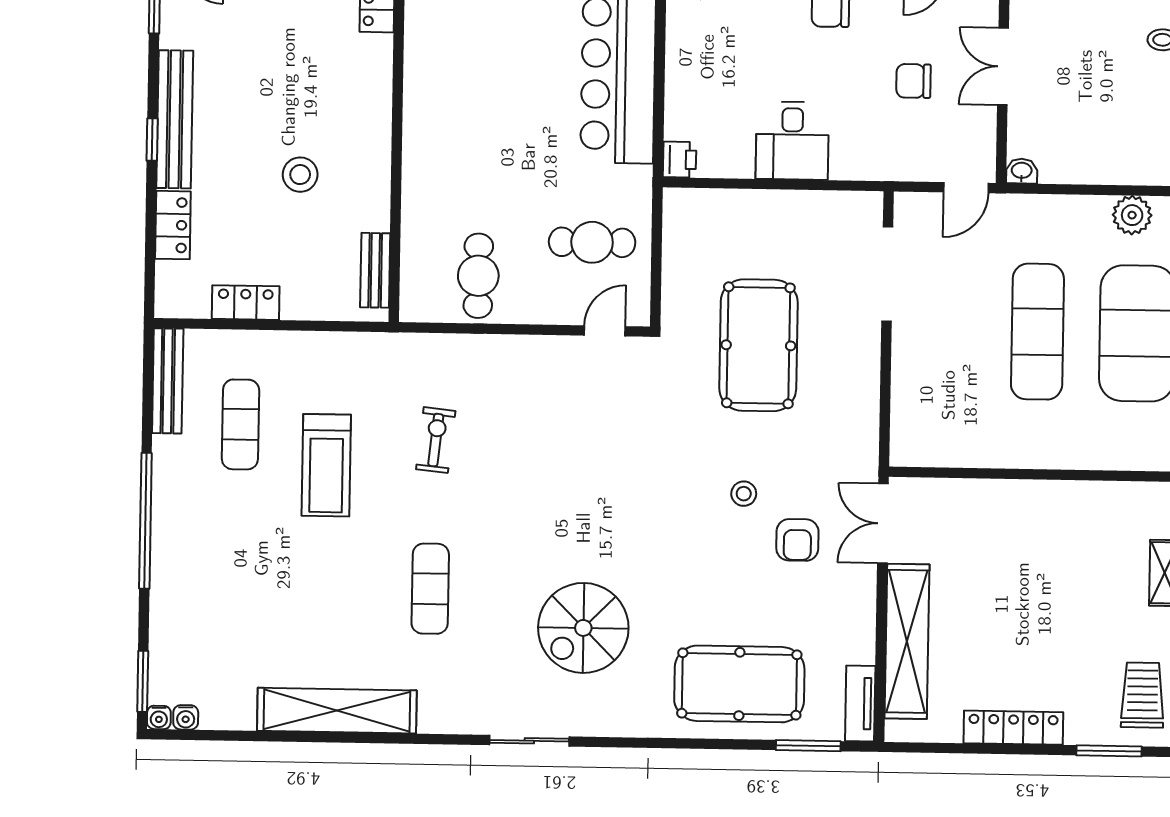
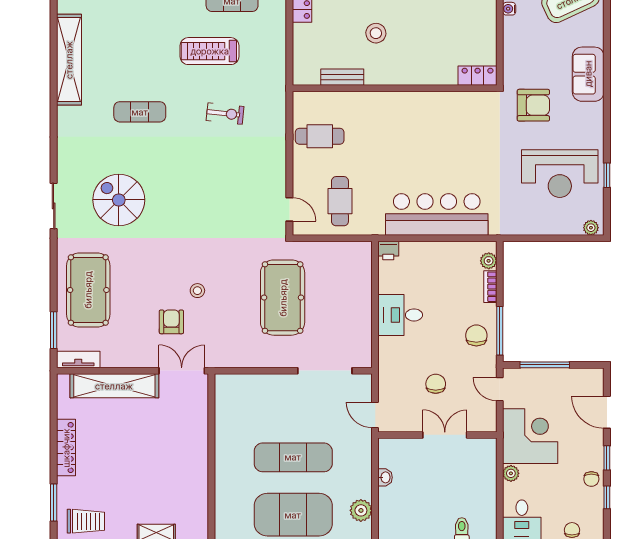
washbasin: (1022, 171) -> (385, 477), moved
bench: (375, 270) -> (342, 77), moved
pool table: (758, 345) -> (283, 298), turned 90
armchair: (797, 540) -> (171, 322), turned 90
sliding door: (529, 741) -> (54, 206), moved

